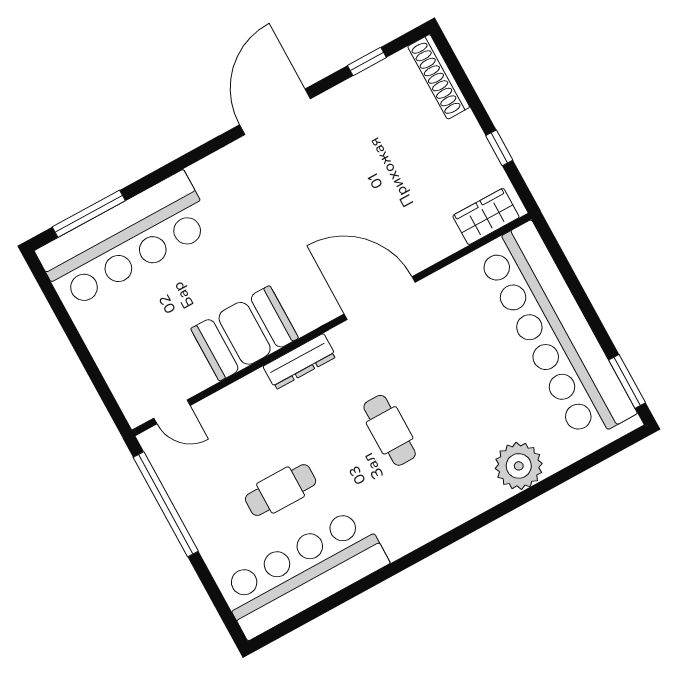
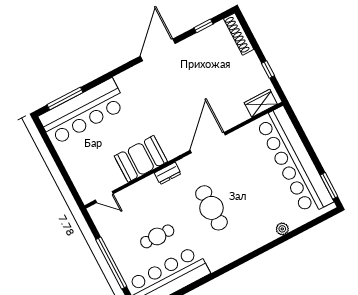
door: (380, 298) -> (208, 143), hinge flipped
dresser: (300, 362) -> (168, 173), width x0.70
cafe table: (390, 430) -> (211, 208), width x1.37, depth x1.35
plant: (519, 466) -> (282, 229), width x0.53, depth x0.53
window: (166, 504) -> (111, 263), moved

